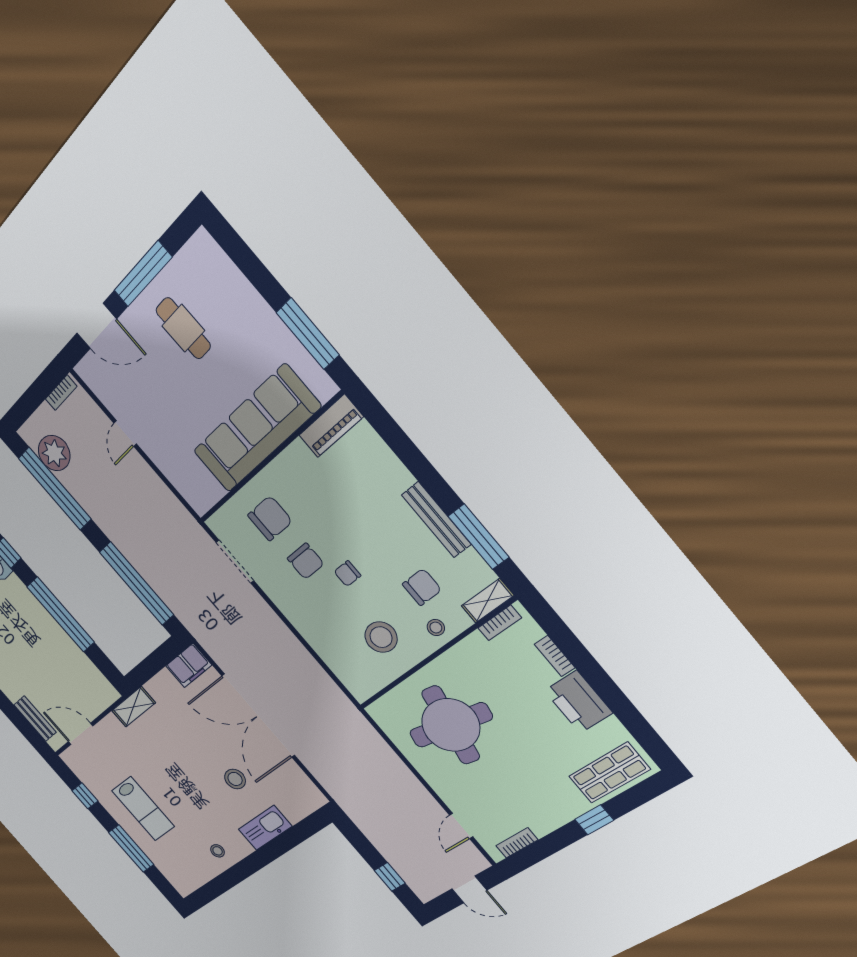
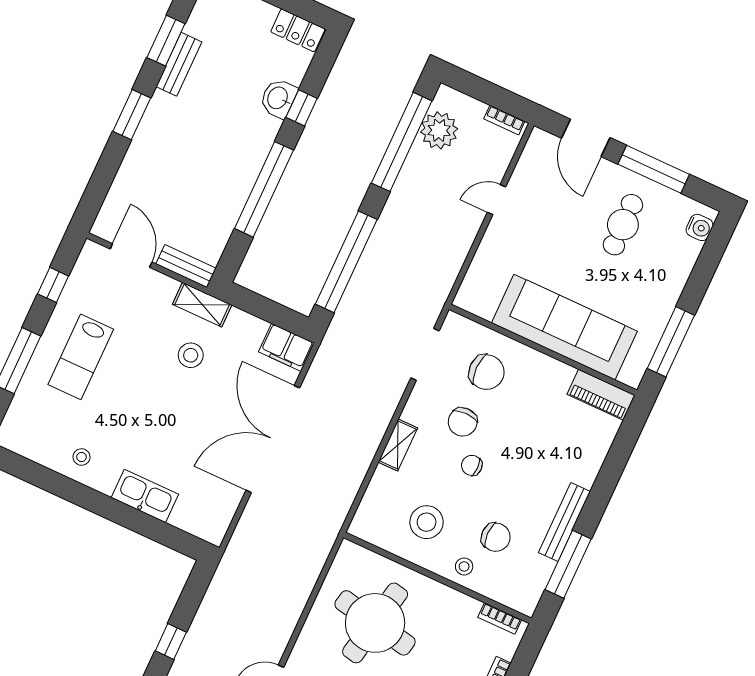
water cooler: (210, 253) -> (700, 227), added
shelving: (488, 601) -> (398, 445), moved, turned 90
bench: (35, 719) -> (186, 266), moved, turned 90
stool: (235, 779) -> (191, 355), moved

